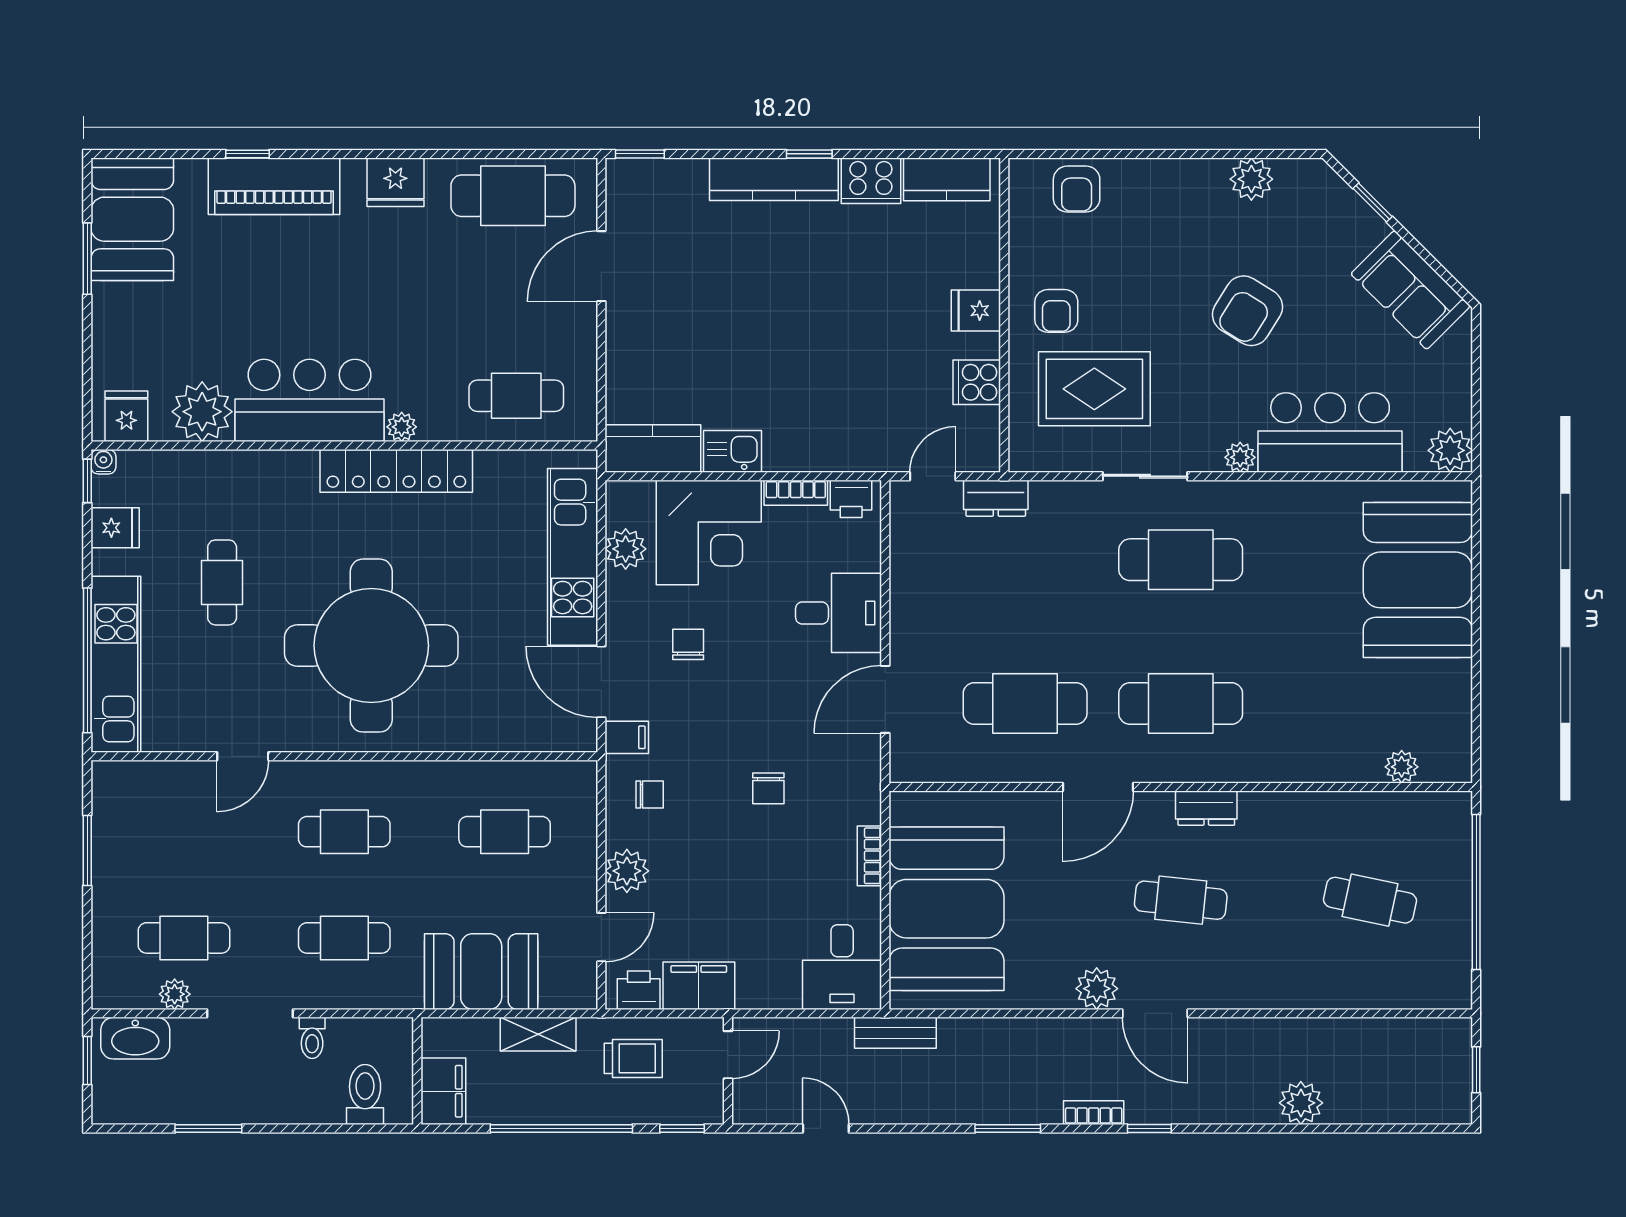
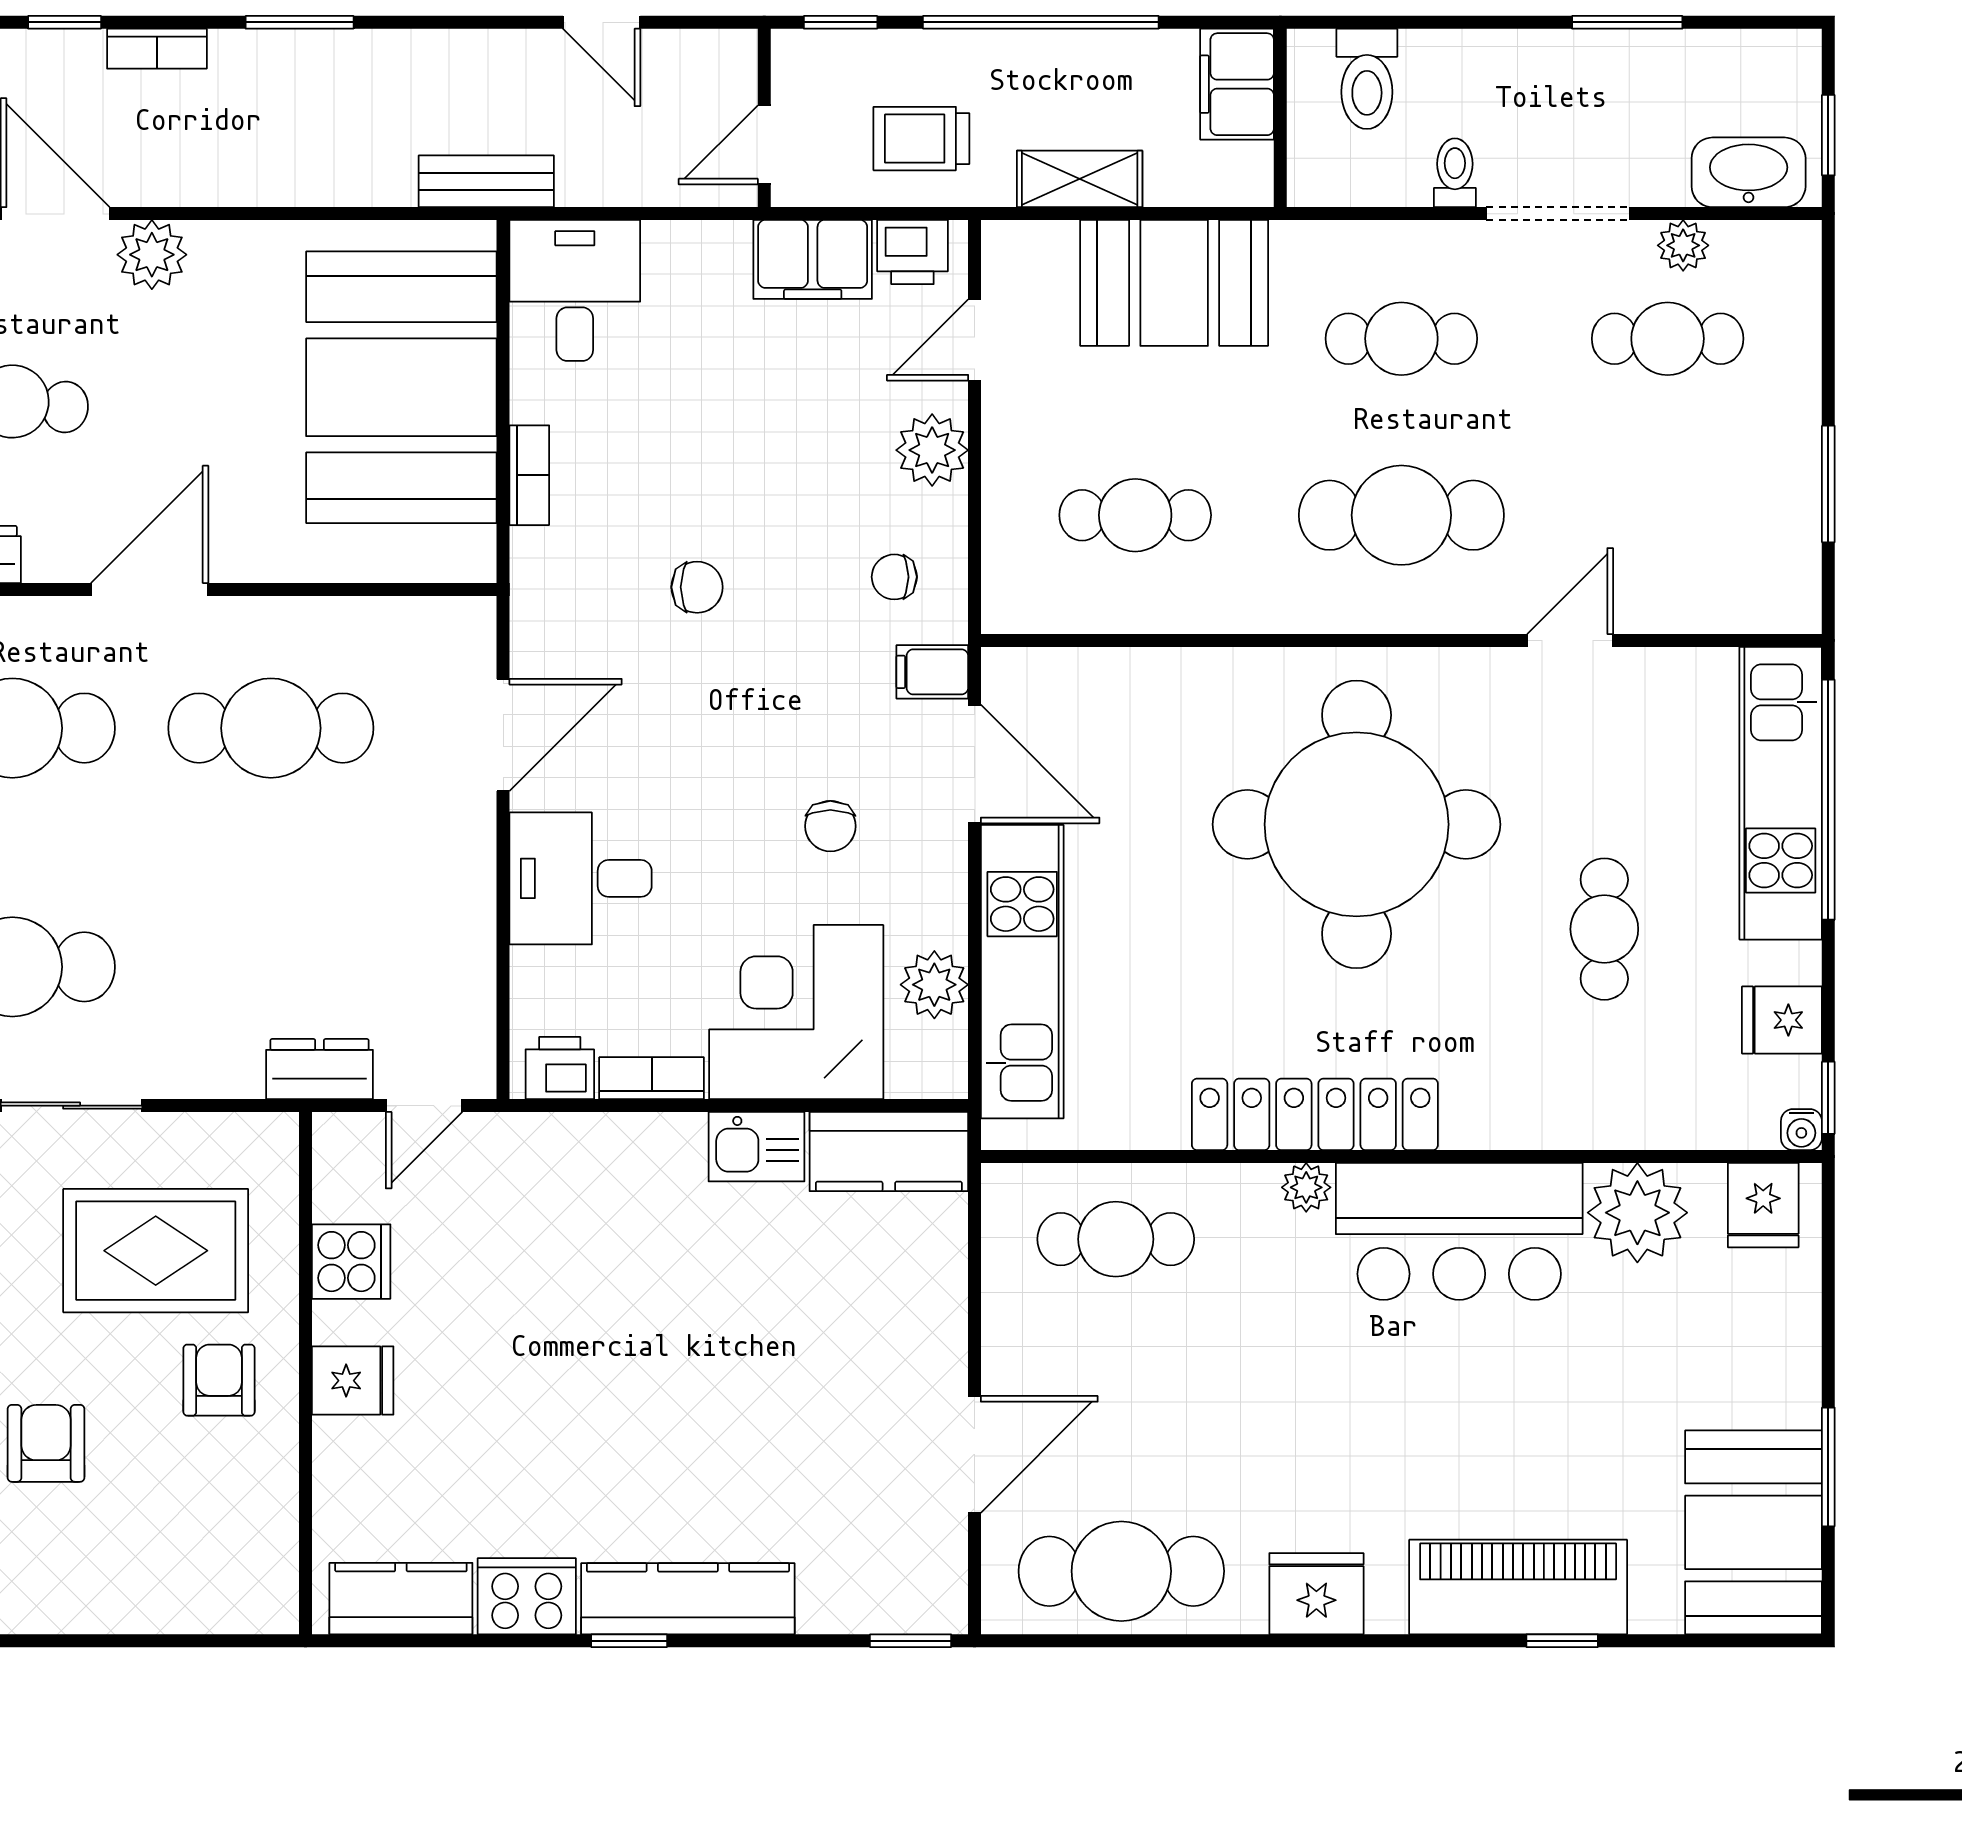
armchair: (1077, 189) -> (46, 1443), moved
chair: (768, 788) -> (697, 587), turned 90
cafe table: (344, 832) -> (1401, 515), width x1.37, depth x1.35

